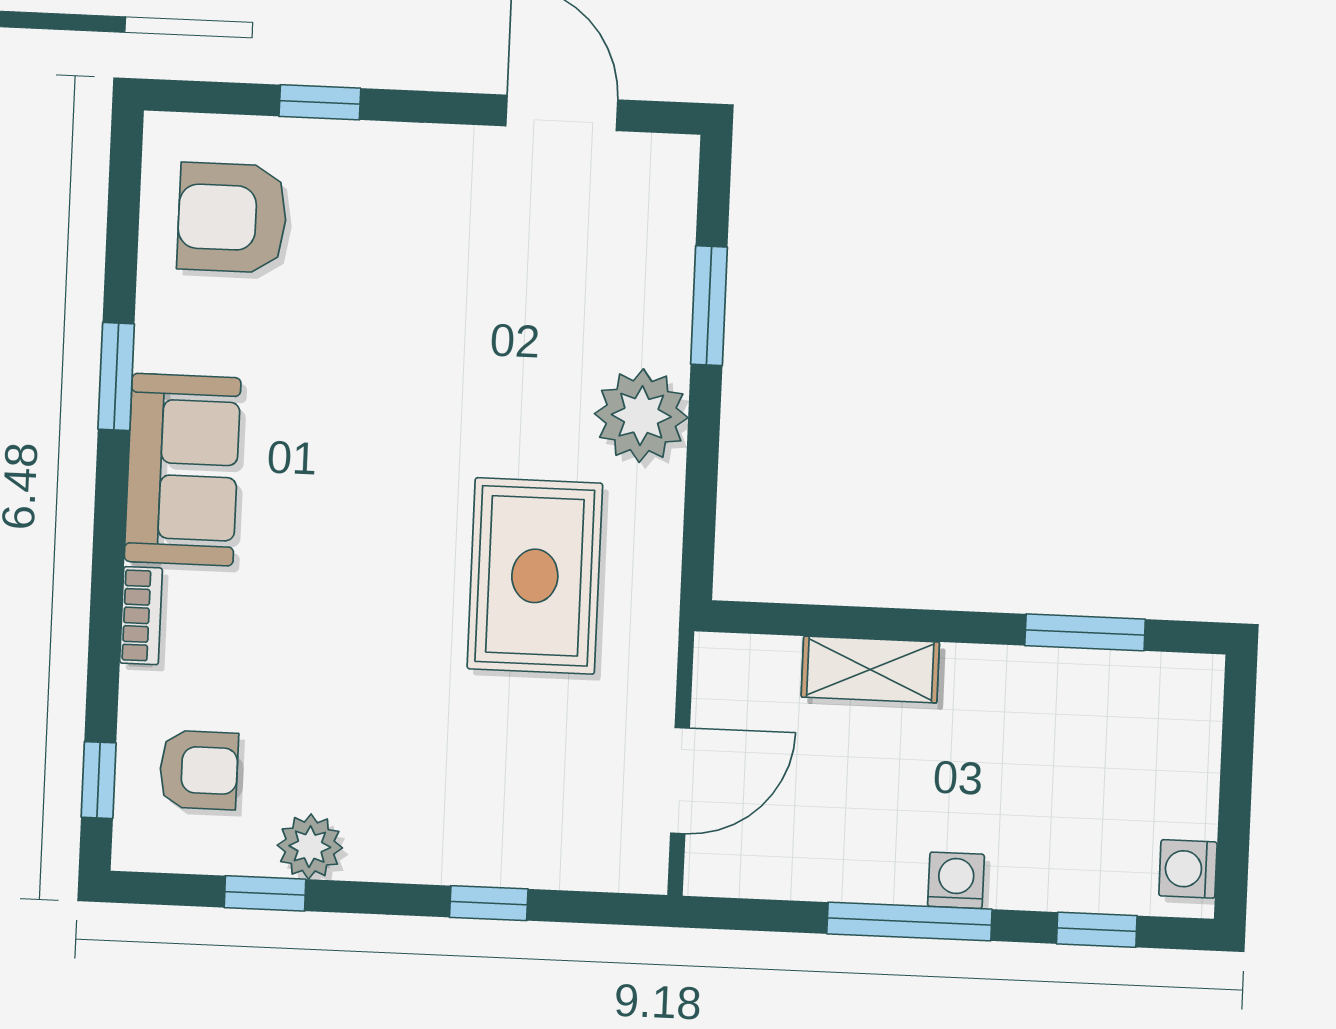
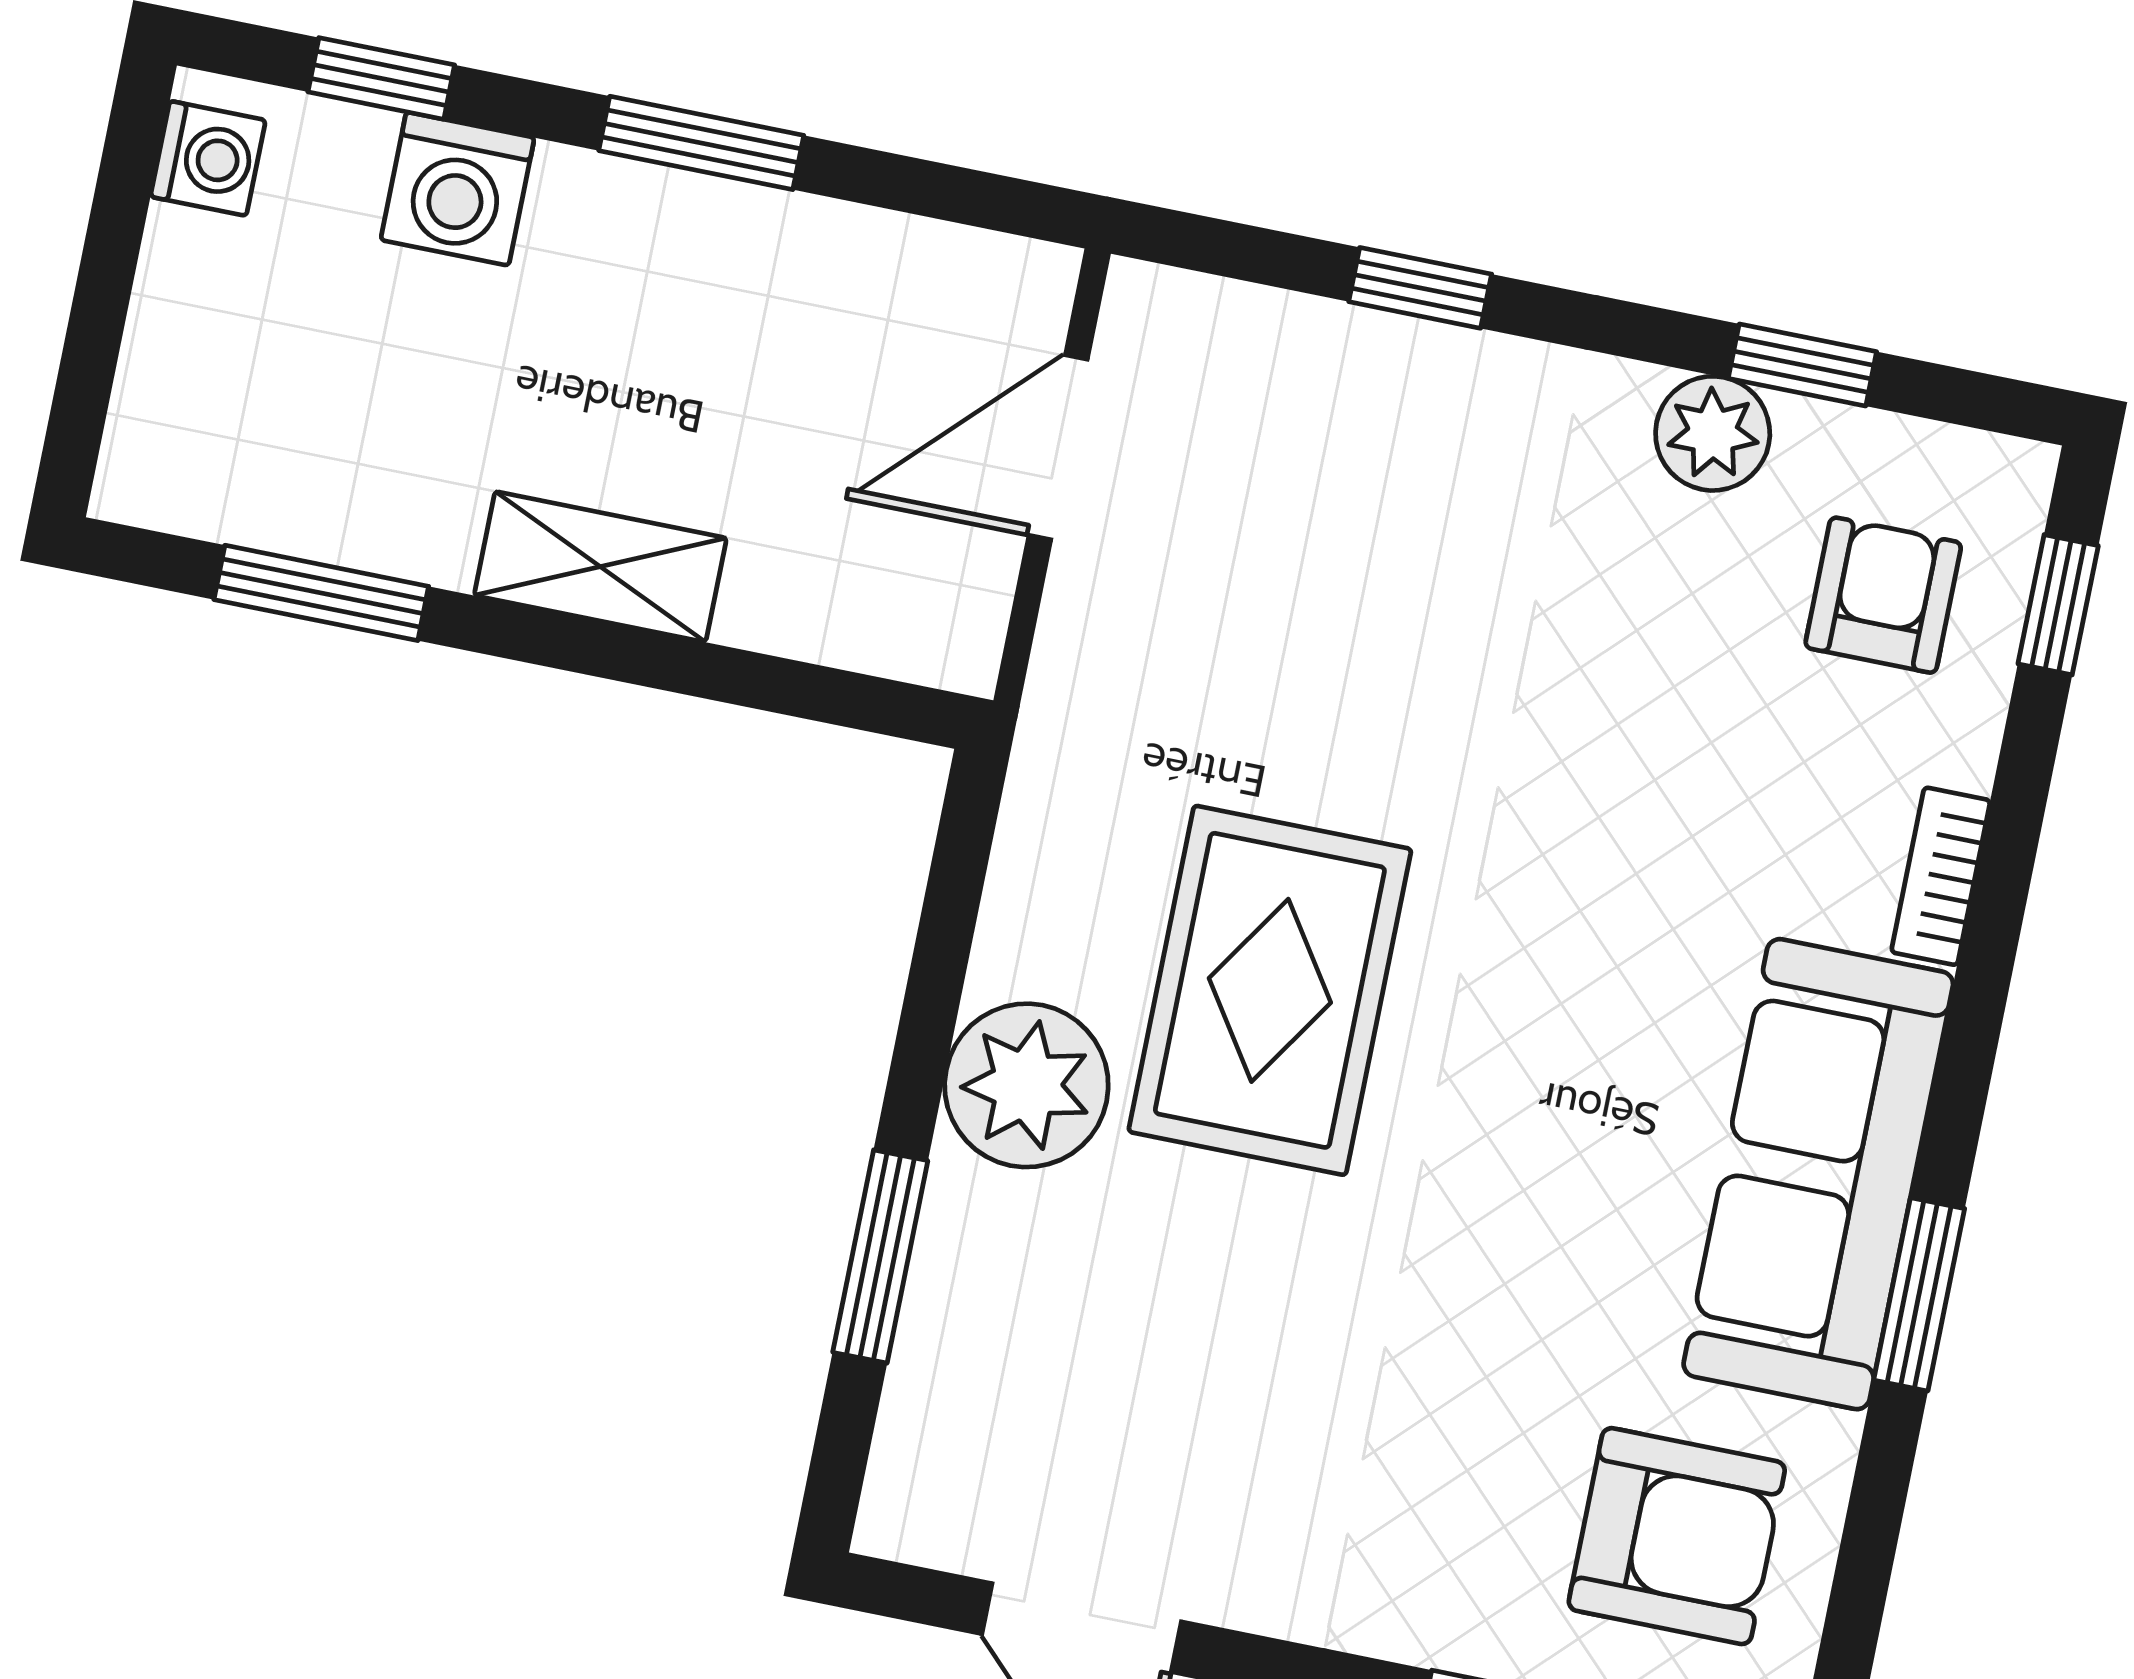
sofa: (183, 470) -> (1818, 1174), width x1.36
rug: (535, 576) -> (1270, 990), moved
shelving: (870, 670) -> (600, 567), moved
armchair: (199, 770) -> (1883, 595), turned 90
washing machine: (956, 880) -> (458, 189), moved, width x1.38, depth x1.38
window: (909, 922) -> (701, 143), width x0.69

